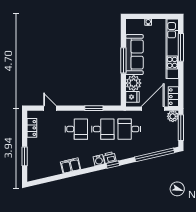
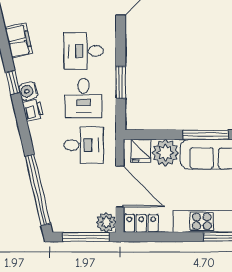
desk: (76, 129) -> (84, 51), turned 90
desk: (129, 129) -> (84, 145), turned 90
window: (113, 165) -> (13, 82), moved

